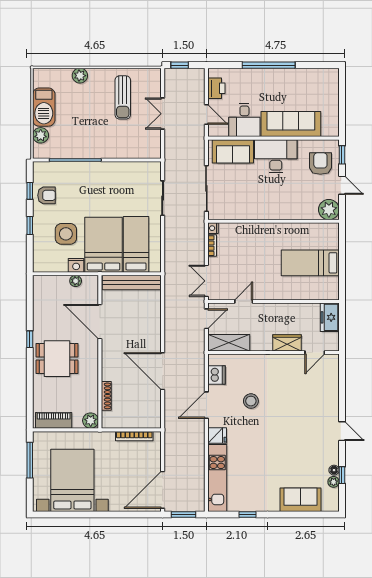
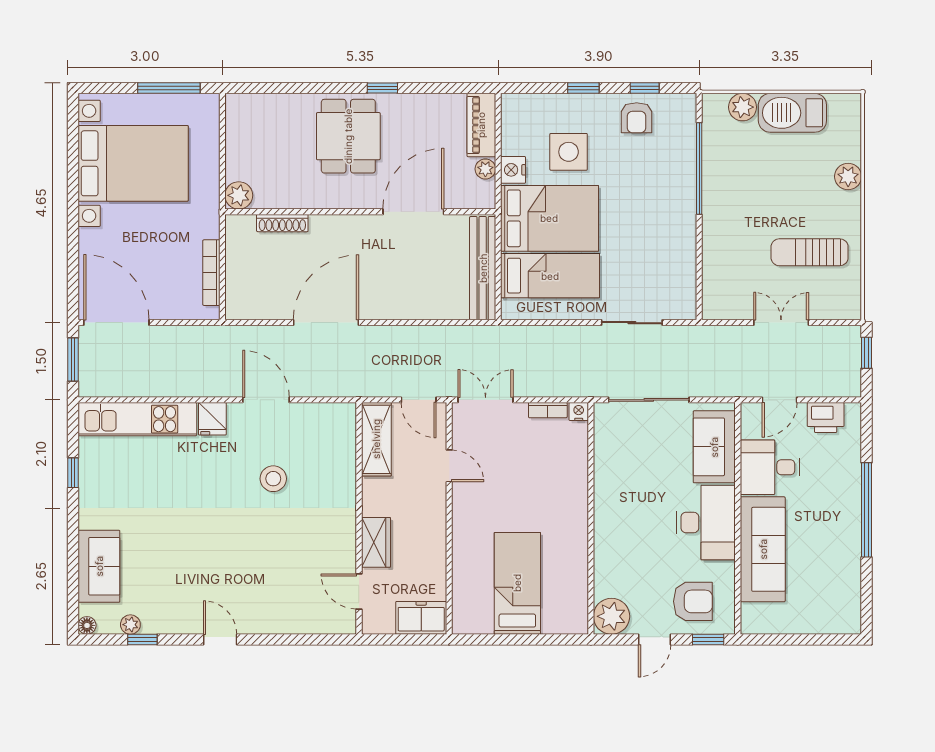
dishwasher: (216, 375) -> (319, 418), removed
piano: (54, 420) -> (481, 125), moved, turned 180
door: (342, 431) -> (220, 640), swing flipped
floor lamp: (334, 470) -> (87, 625), moved

